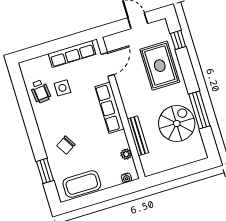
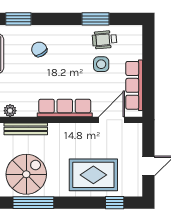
door: (108, 64) -> (112, 120), swing flipped
window: (25, 105) -> (95, 19), added
spiral stairs: (177, 123) -> (26, 174), turned -90

